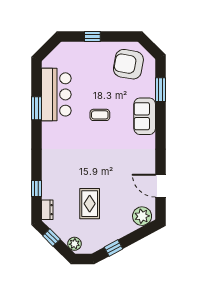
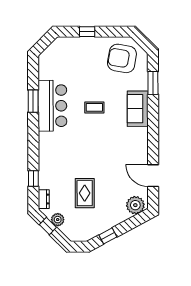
bar counter: (56, 94) -> (52, 106), moved
plant: (74, 244) -> (58, 220), moved

